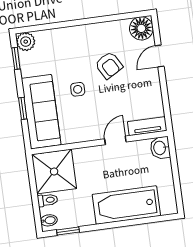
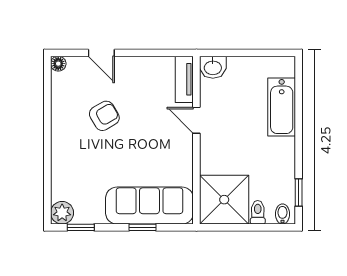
floor lamp: (141, 28) -> (58, 64), width x0.53, depth x0.53
side table: (78, 89) -> (128, 158), removed
bathtub: (126, 205) -> (282, 107), width x0.73, depth x0.73

